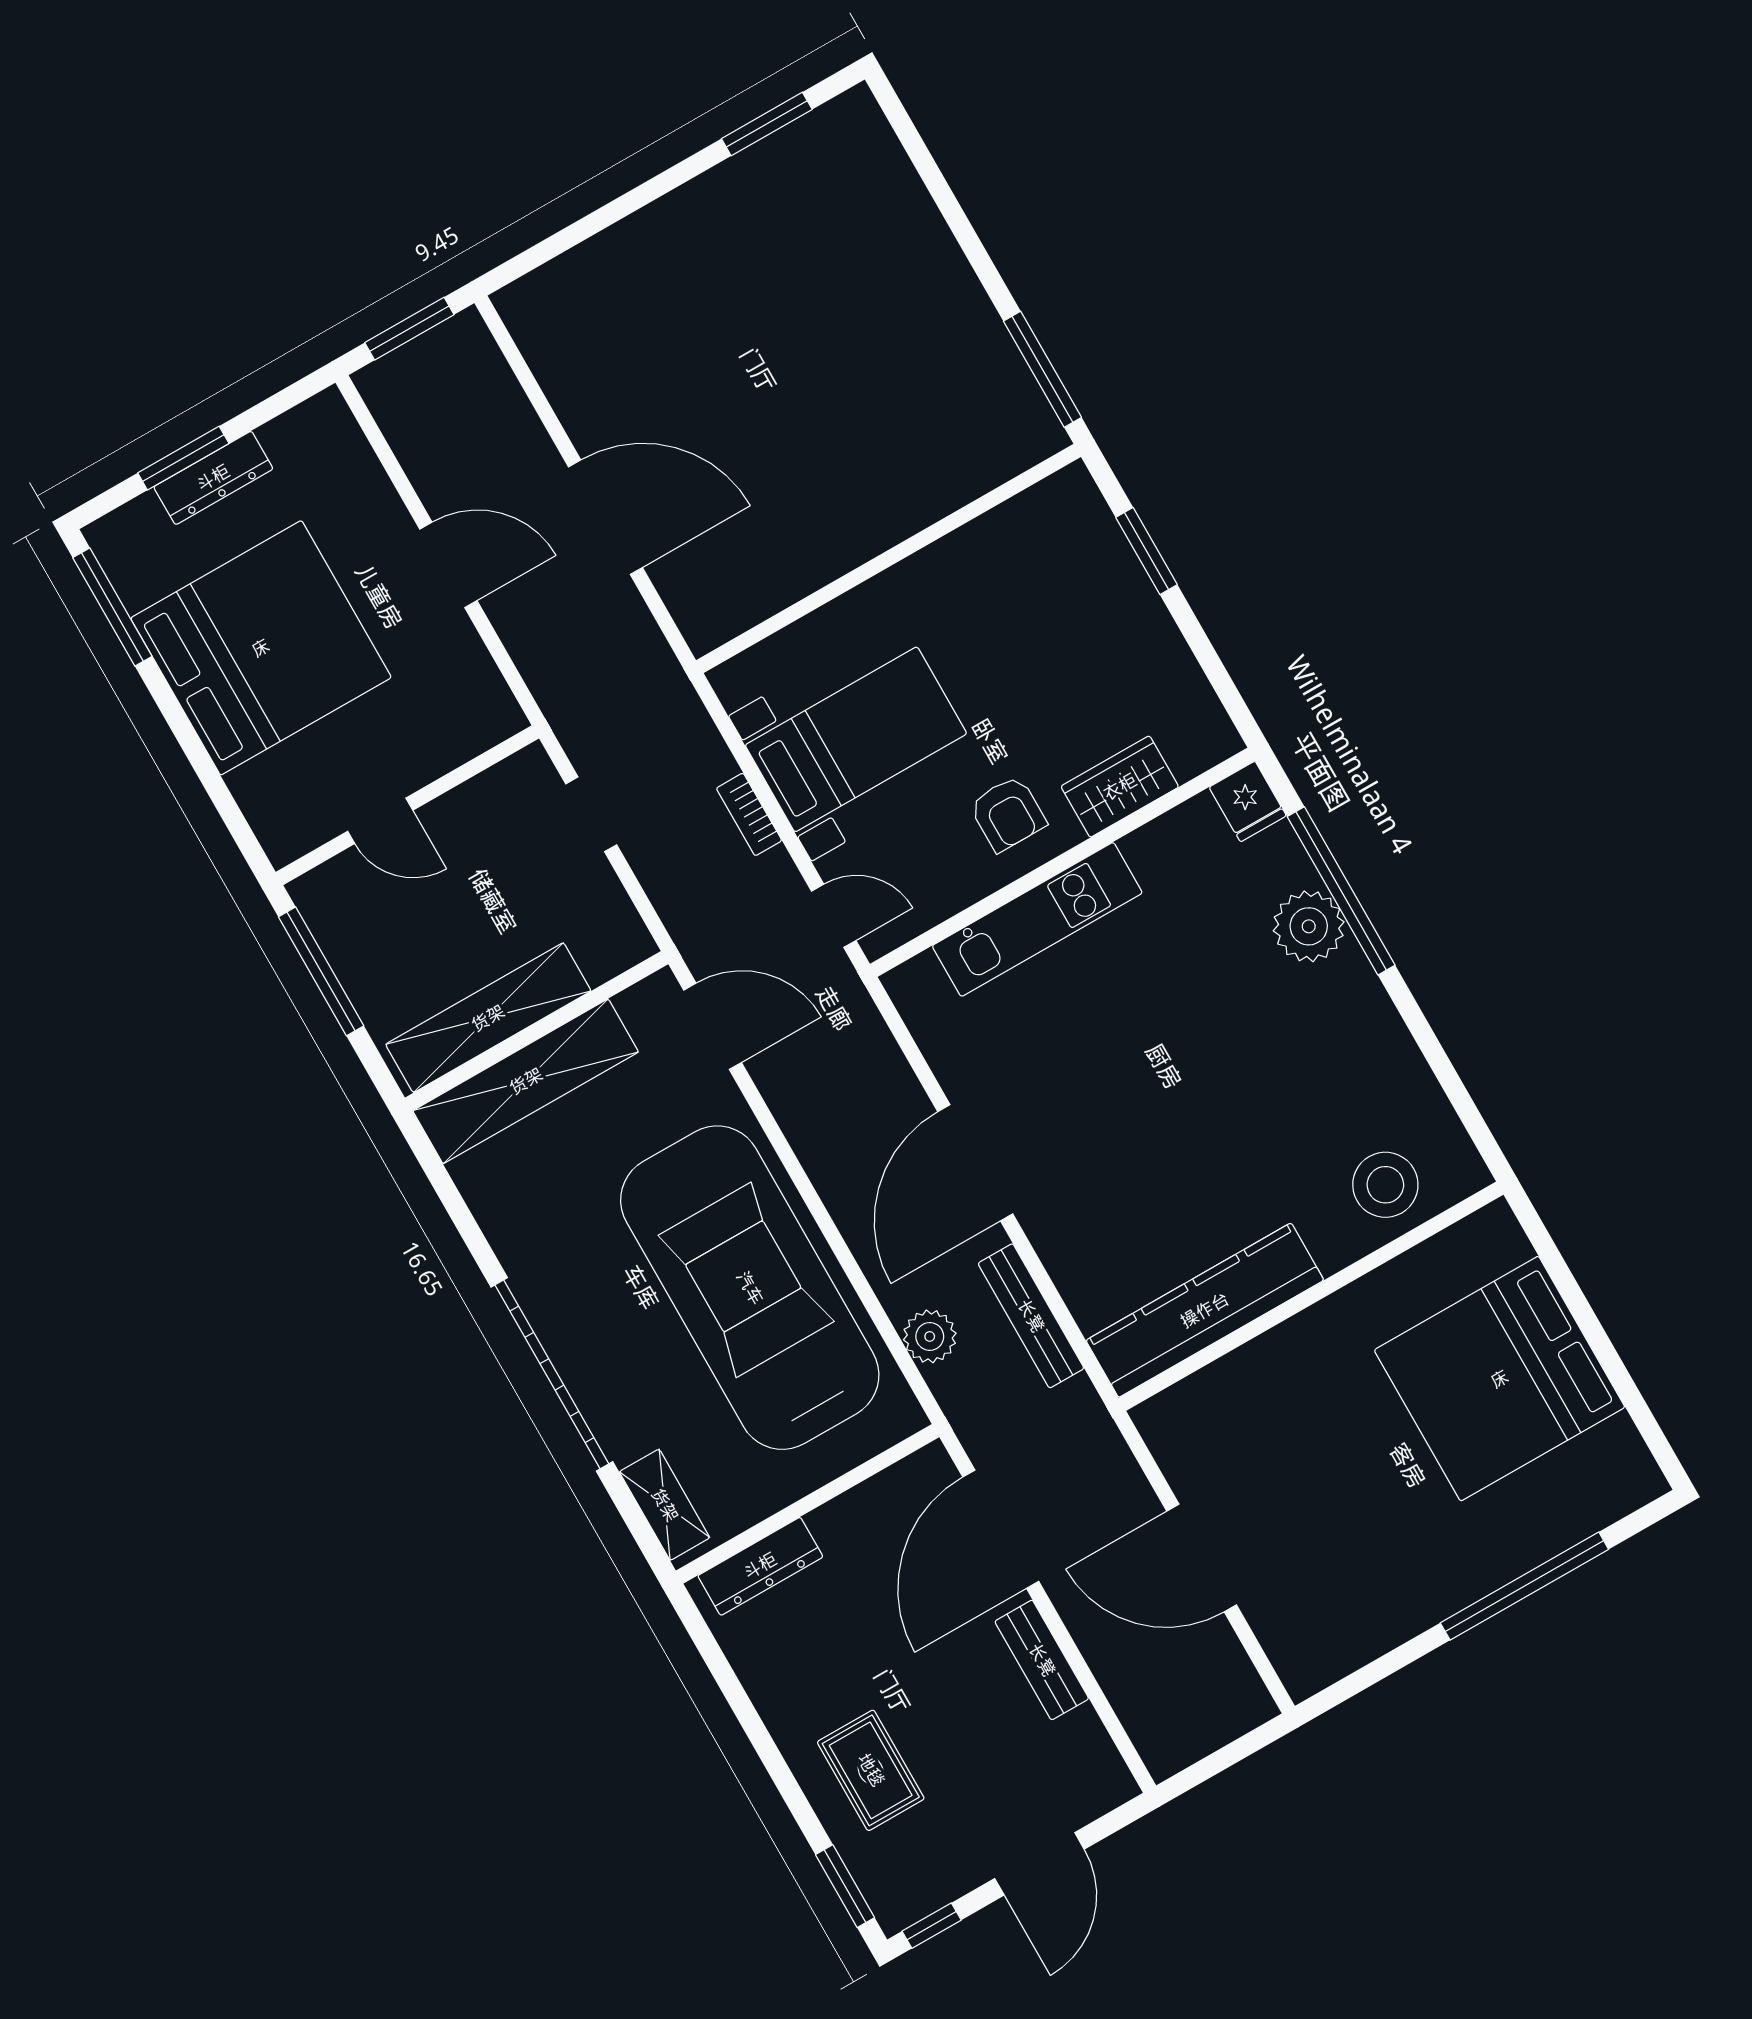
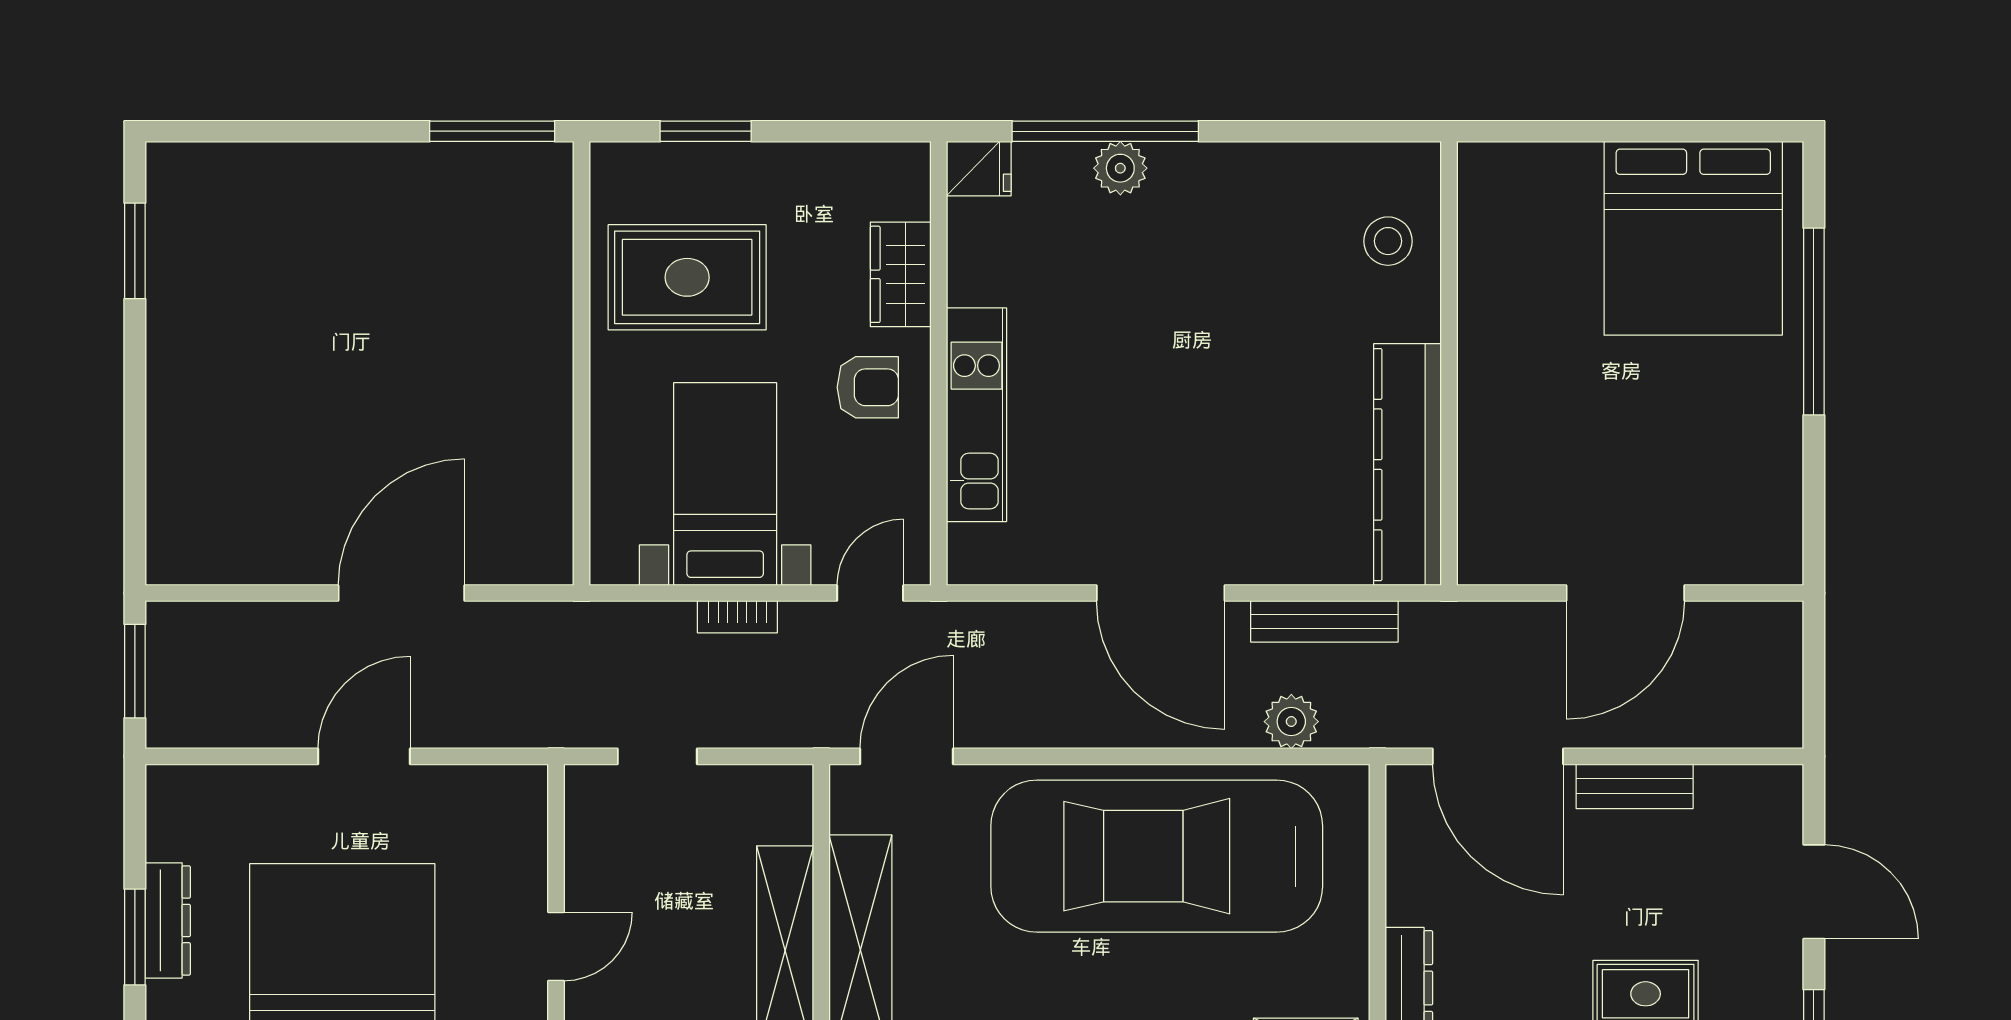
rug: (1013, 606) -> (687, 277), added
plant: (1309, 926) -> (1120, 168), width x0.73, depth x0.73
stool: (1385, 1185) -> (1388, 241), width x0.73, depth x0.73
bed: (1500, 1379) -> (1693, 238), moved

